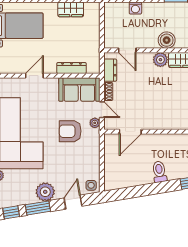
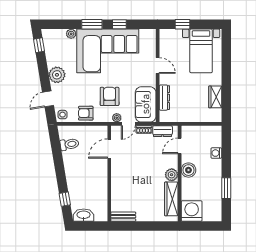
boiler: (167, 40) -> (188, 170), moved
door: (130, 132) -> (109, 149), hinge flipped
armchair: (89, 159) -> (86, 113), added
toilet: (159, 172) -> (69, 144), moved
door: (73, 202) -> (48, 99), swing flipped
window: (38, 208) -> (43, 68), removed

